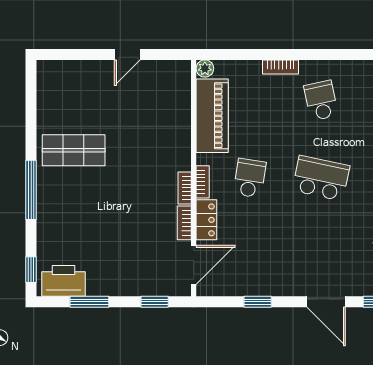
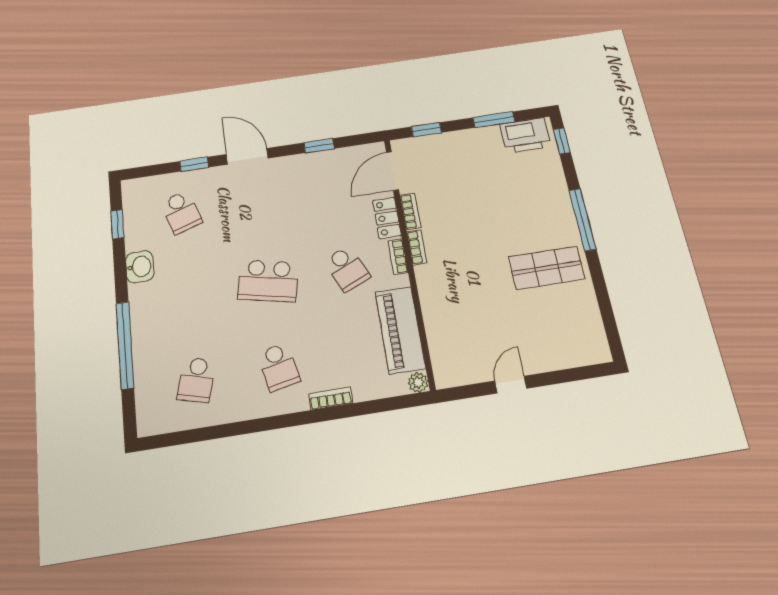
school desk: (250, 178) -> (347, 269), turned -33

